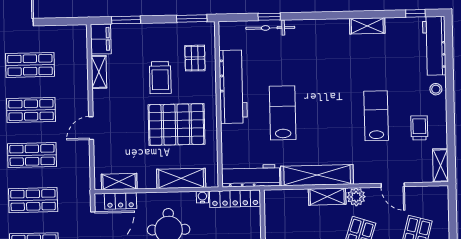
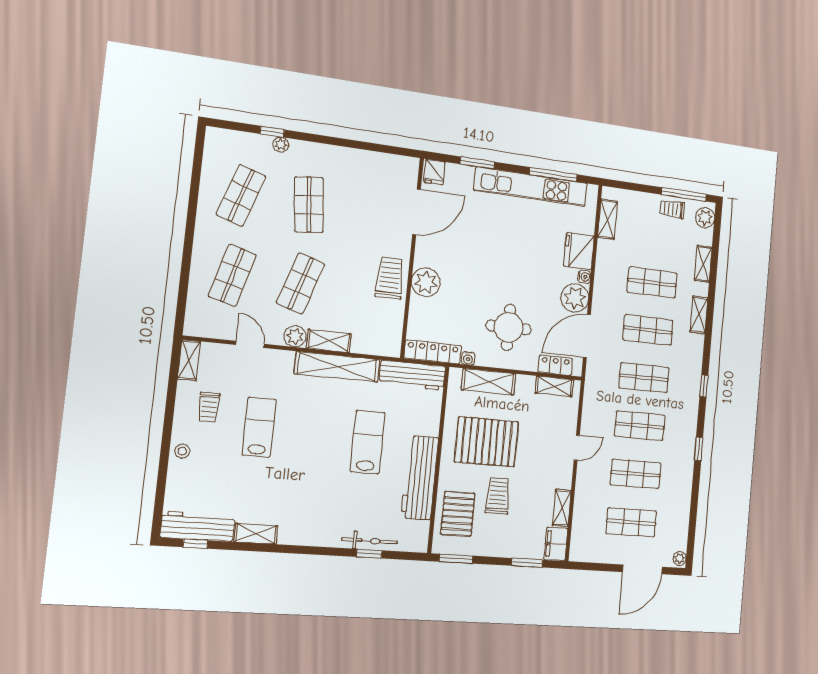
workbench: (434, 46) -> (198, 526), moved, turned -90
pallet: (195, 58) -> (458, 514), width x1.50, depth x1.42
lab bench: (283, 113) -> (368, 442), turned 180
lab bench: (376, 116) -> (259, 427), turned 180

